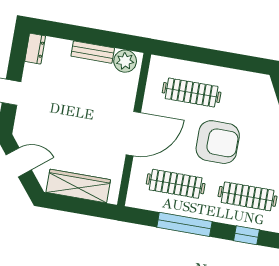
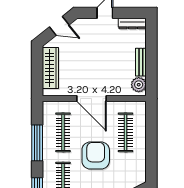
dresser: (35, 49) -> (132, 24), width x1.44
armchair: (218, 142) -> (96, 155), turned 180
door: (19, 162) -> (59, 26), hinge flipped

